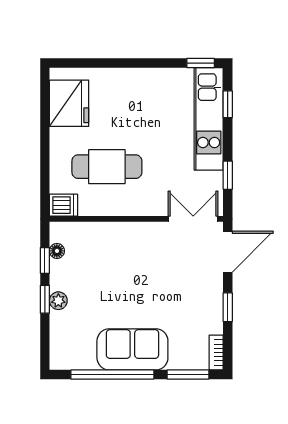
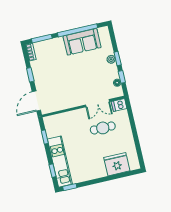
fridge: (69, 103) -> (117, 164), moved, turned 90
cafe table: (107, 167) -> (103, 128), width x0.73, depth x0.74
double door: (193, 219) -> (98, 103), moved
sofa: (132, 349) -> (82, 42), moved

